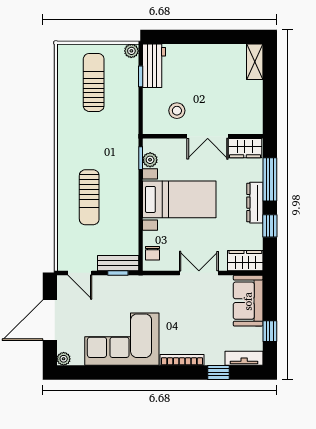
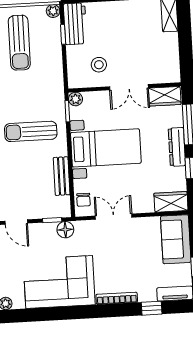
sun lounger: (94, 82) -> (19, 43), turned 180
plant: (150, 160) -> (76, 99), moved
sun lounger: (89, 197) -> (31, 131), moved, turned 90
bench: (118, 263) -> (62, 176), moved, turned 90
double door: (199, 273) -> (114, 217), moved
floor lamp: (131, 284) -> (65, 230), added

